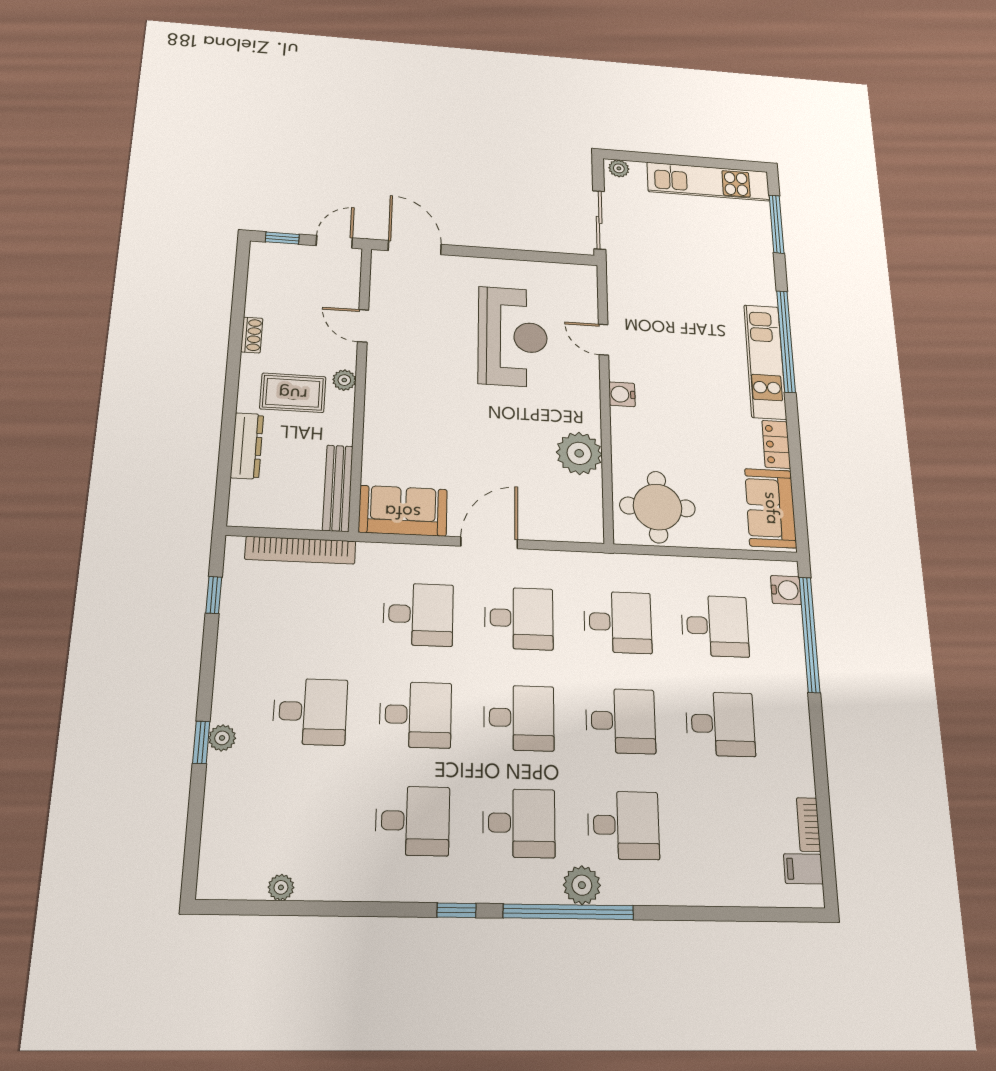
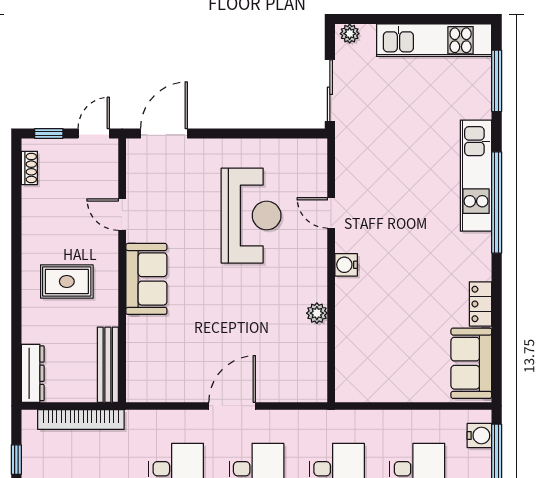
door: (415, 247) -> (164, 133), hinge flipped
shoe rack: (252, 335) -> (29, 168), moved
kitchen unit: (765, 361) -> (476, 176), moved
plant: (344, 380) -> (109, 267), removed
dresser: (247, 446) -> (33, 373), moved
plant: (579, 453) -> (317, 313), width x0.53, depth x0.53
round table: (657, 507) -> (373, 367), removed
sofa: (403, 511) -> (146, 279), moved, turned 90

